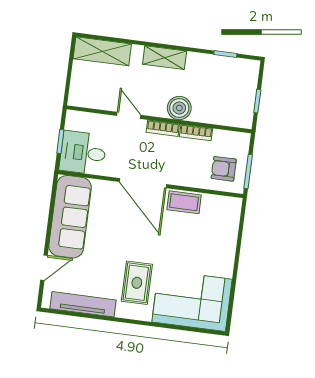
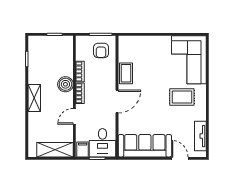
shelving: (102, 51) -> (55, 150), moved, turned 90
filing cabinet: (77, 121) -> (83, 149), added
door: (143, 183) -> (117, 101), width x0.73
tv unit: (83, 304) -> (200, 136), width x0.71

